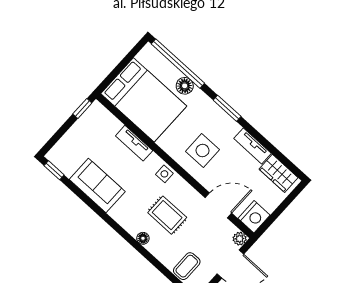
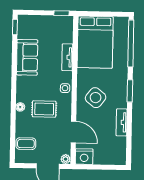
floor lamp: (185, 86) -> (122, 58), removed
side table: (203, 150) -> (96, 98), turned 38
wardrobe: (278, 173) -> (119, 149), removed
rug: (167, 215) -> (44, 109), turned 90

